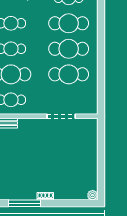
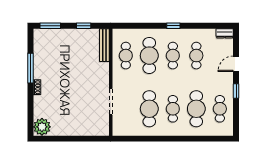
cafe table: (69, 49) -> (173, 109), width x0.73, depth x0.74
plant: (93, 195) -> (42, 127), width x1.87, depth x1.87

